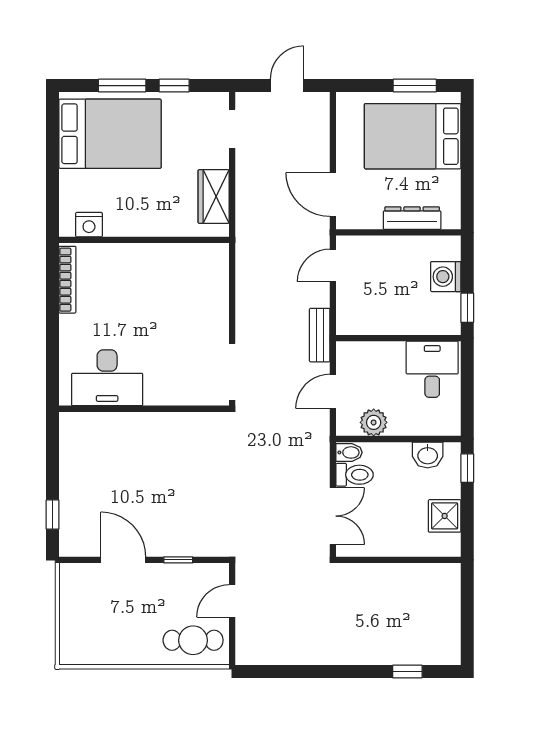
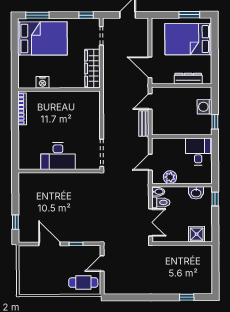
window: (122, 86) -> (37, 15), moved
window: (174, 86) -> (86, 15), moved
wardrobe: (214, 196) -> (92, 69), width x1.50
nightstand: (89, 225) -> (43, 82), moved
bench: (320, 335) -> (144, 123), moved
desk: (107, 378) -> (58, 156), moved
shower: (445, 516) -> (197, 234), moved

